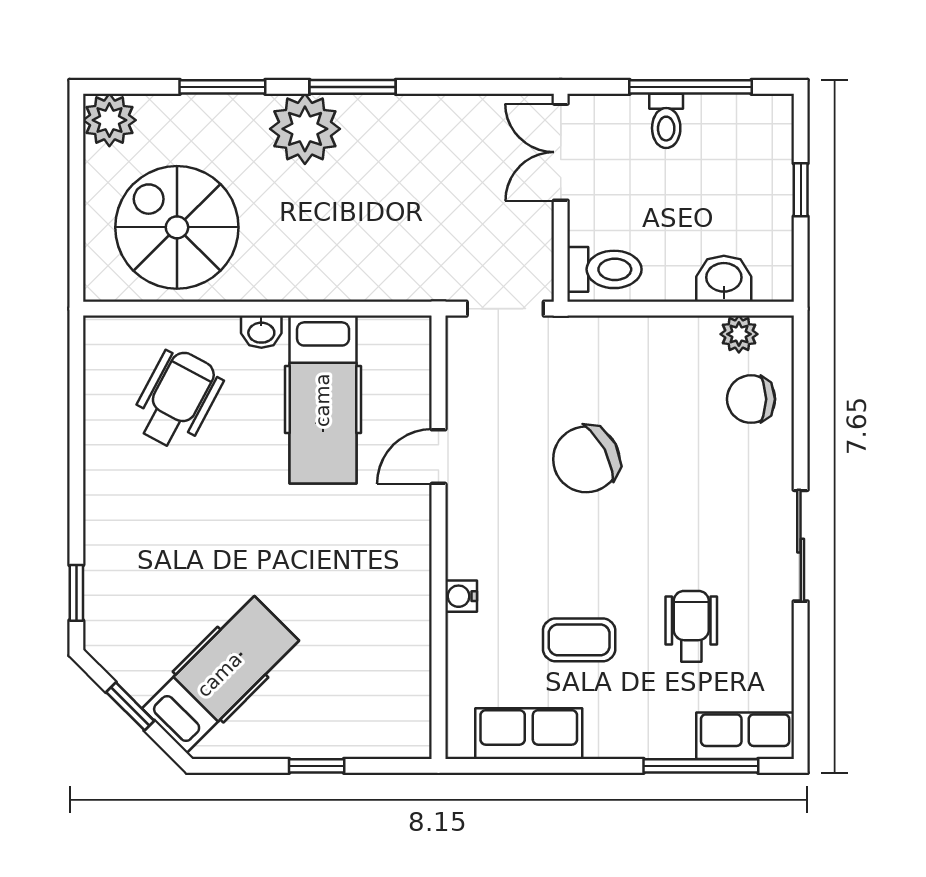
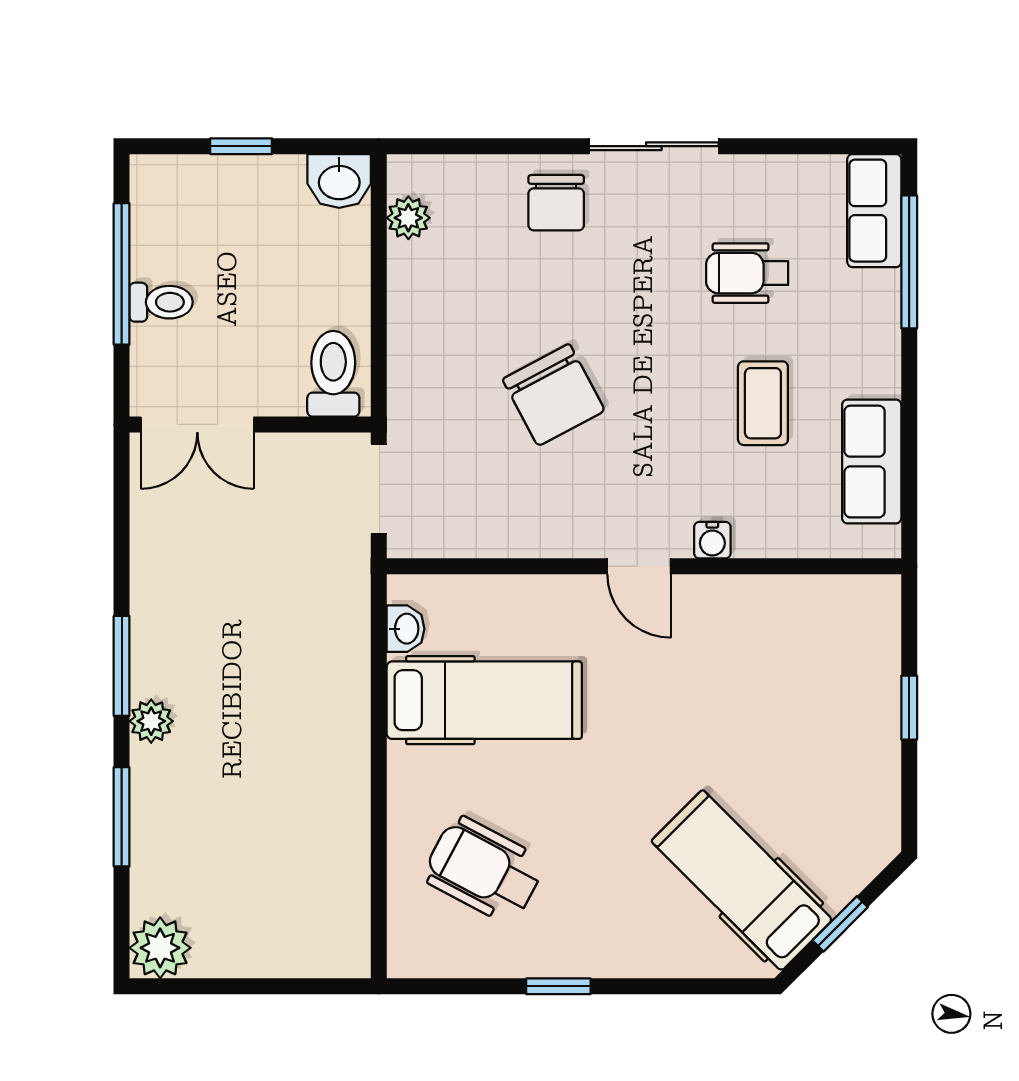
plant: (305, 129) -> (151, 721), width x0.53, depth x0.53
spiral stairs: (177, 227) -> (285, 870), removed
washbasin: (724, 279) -> (339, 181), moved, turned -90
washbasin: (261, 332) -> (406, 629), moved
chair: (751, 399) -> (556, 203), moved
door: (438, 457) -> (639, 566), moved
window: (76, 593) -> (558, 986), moved
hospital bed: (220, 675) -> (742, 880), moved

